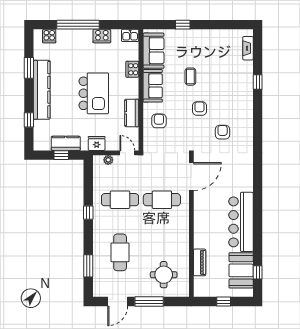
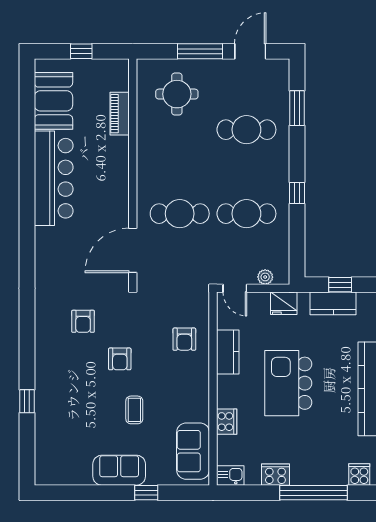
fireplace: (248, 48) -> (42, 455), removed
sofa: (153, 86) -> (119, 470), moved, turned 90
cafe table: (120, 252) -> (246, 130), turned 90
window: (258, 272) -> (27, 98), removed

